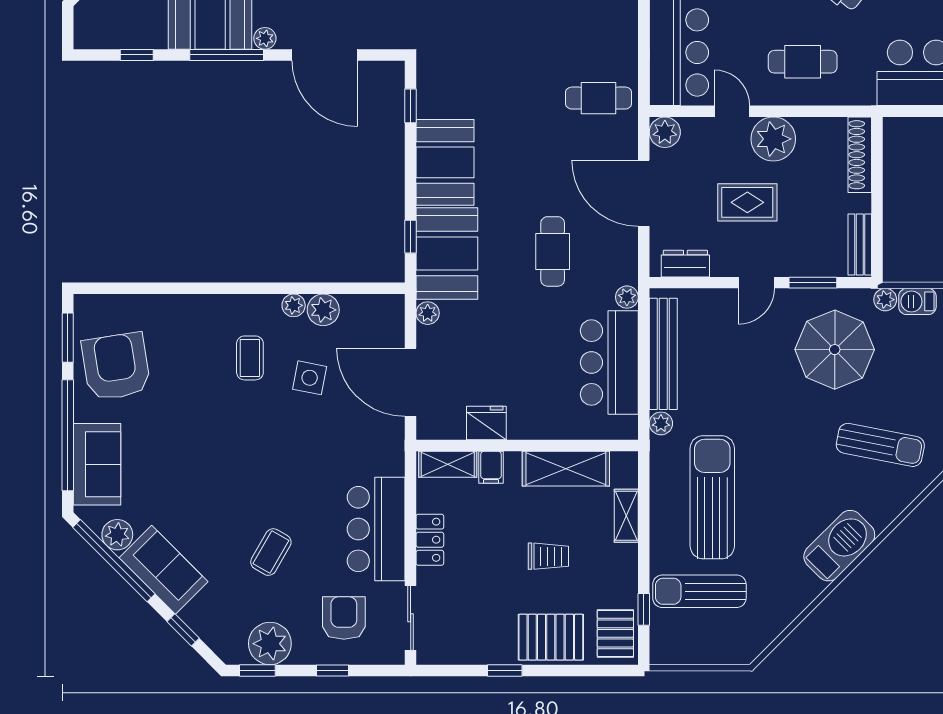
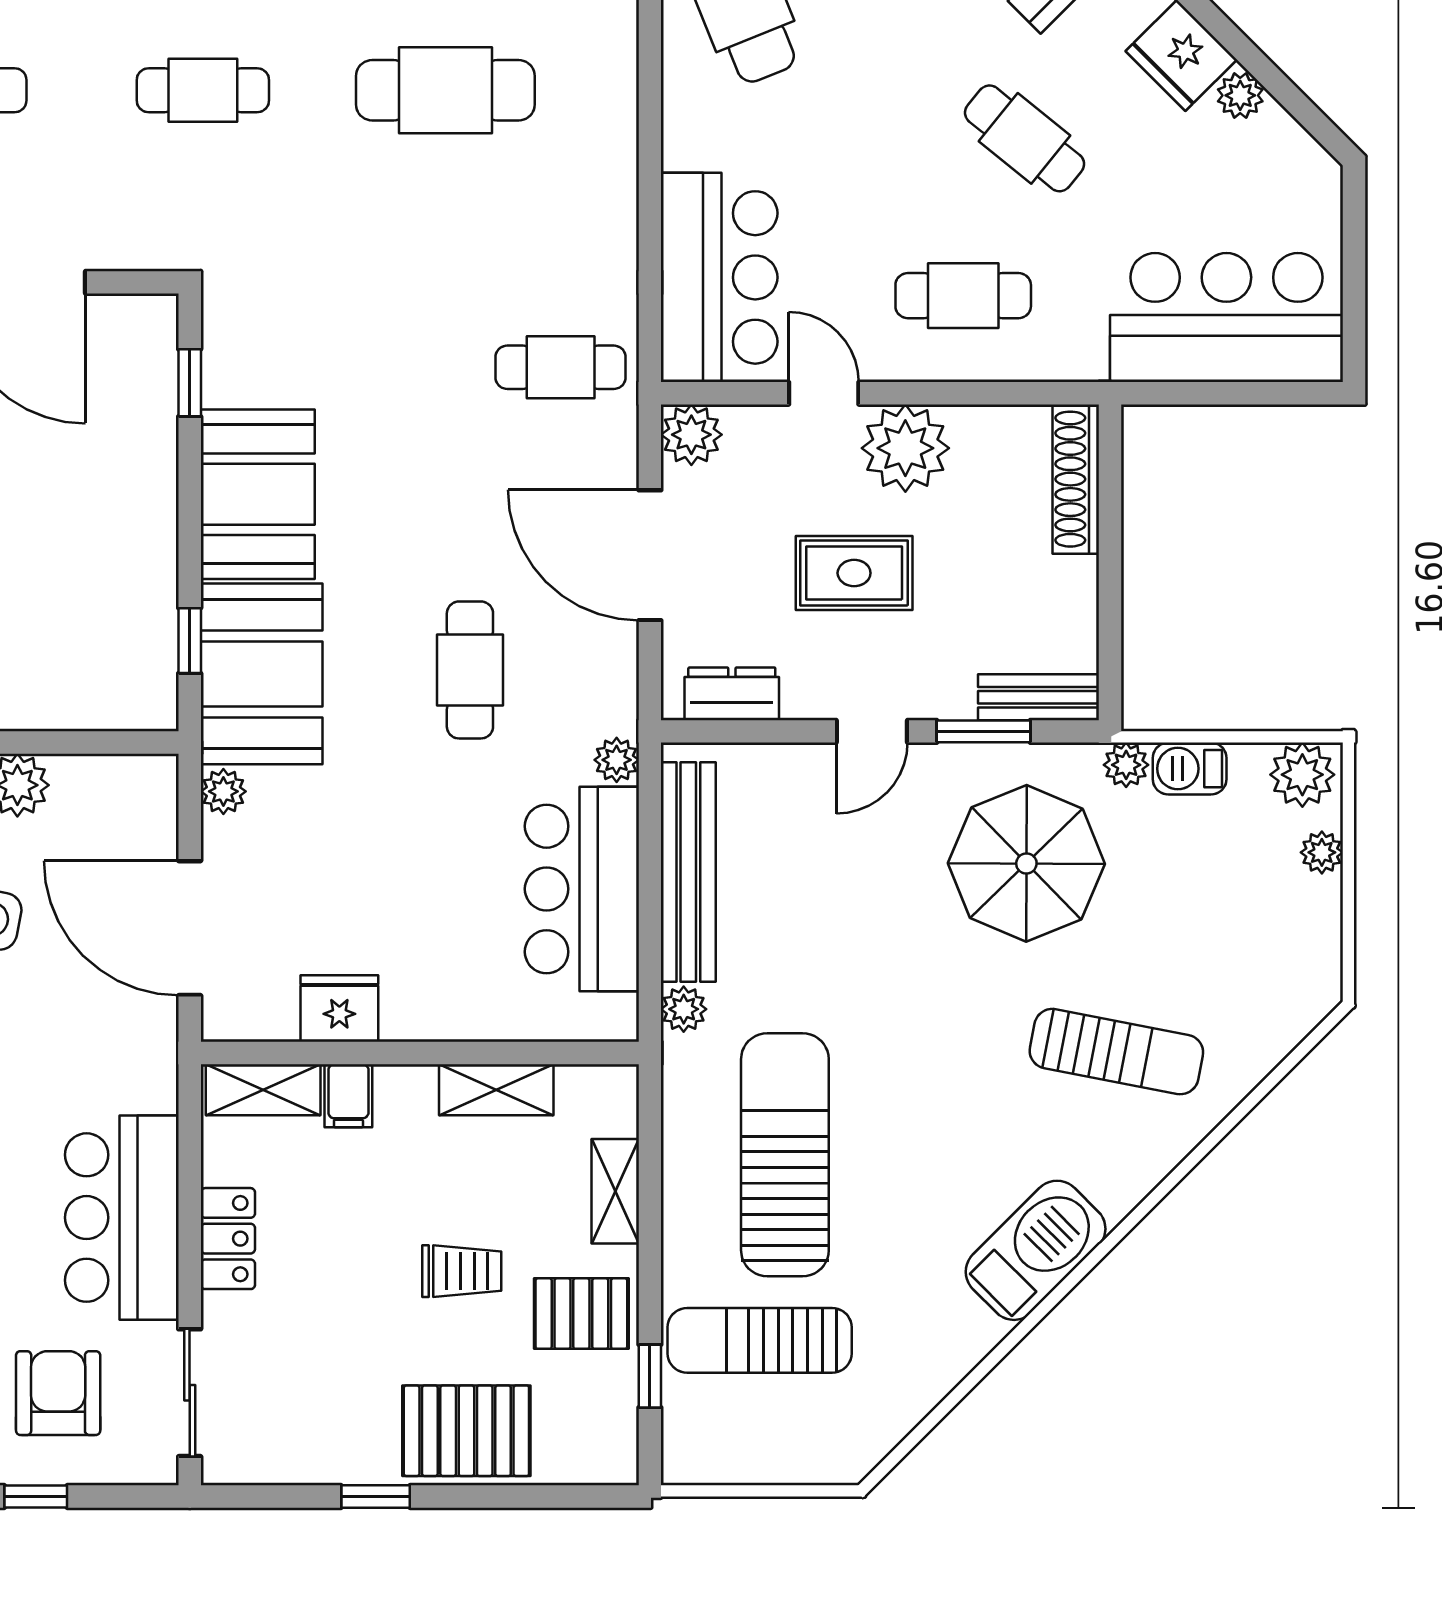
bench: (860, 245) -> (1039, 697), moved, turned 90
shelving: (566, 469) -> (496, 1090), width x0.67, depth x0.75
pallet: (615, 633) -> (581, 1314), moved, turned 90

